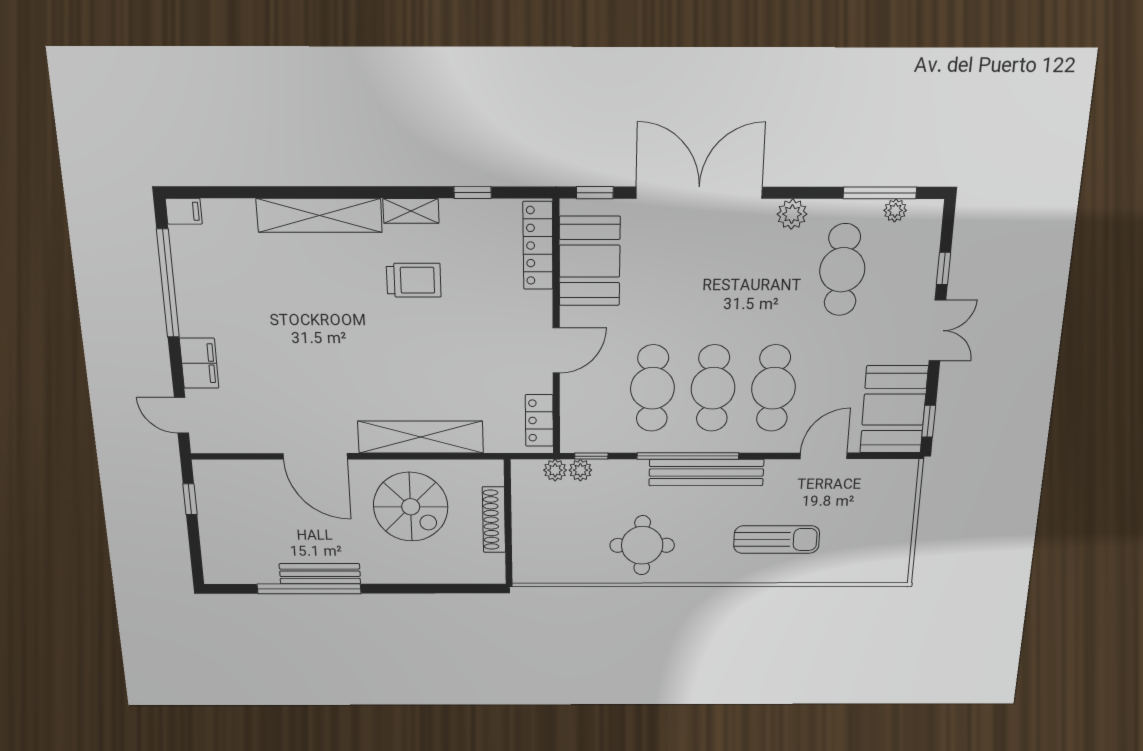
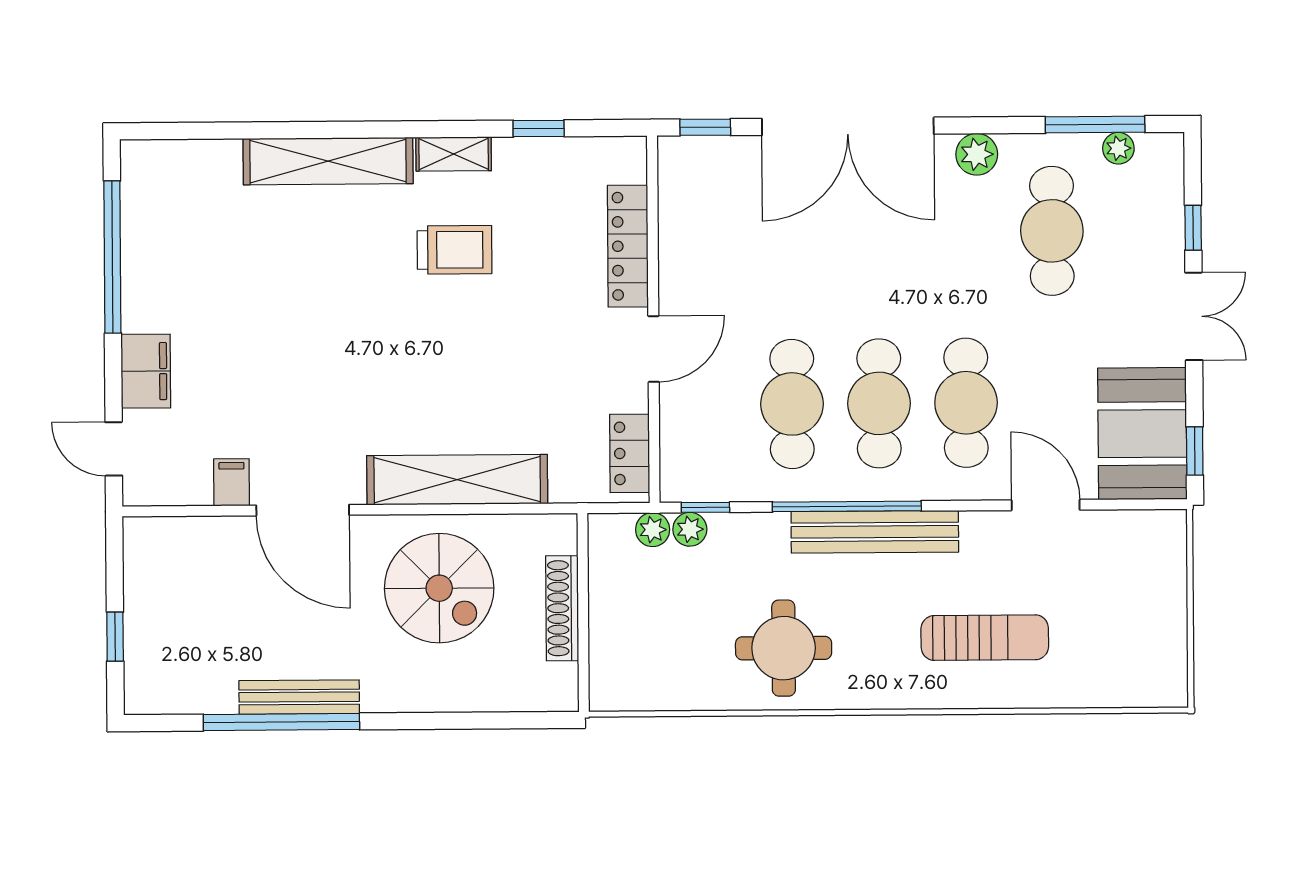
double door: (699, 193) -> (848, 126), swing flipped
filing cabinet: (184, 211) -> (232, 482), moved, turned -90
locker: (538, 246) -> (628, 246), moved
booth: (590, 261) -> (699, 221), removed
door: (824, 456) -> (1046, 505), hinge flipped
window: (190, 499) -> (115, 637), moved

